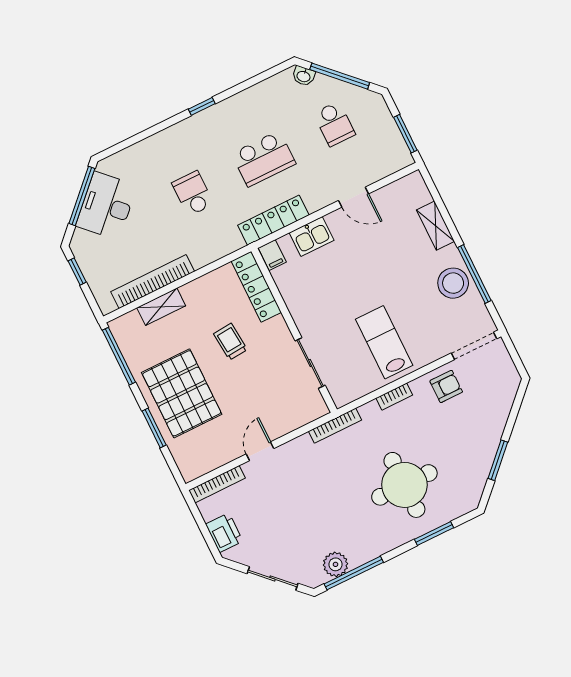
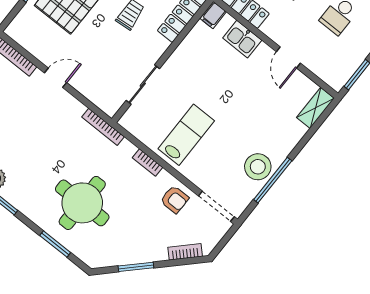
shelving: (435, 226) -> (315, 108), moved
bookcase: (506, 401) -> (185, 252), added

